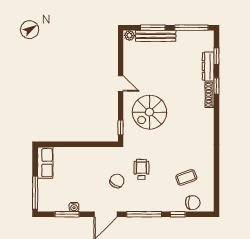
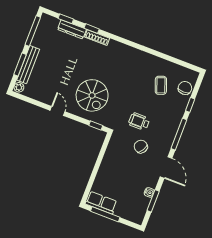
door: (121, 83) -> (58, 111), hinge flipped
window: (35, 193) -> (105, 214), moved

